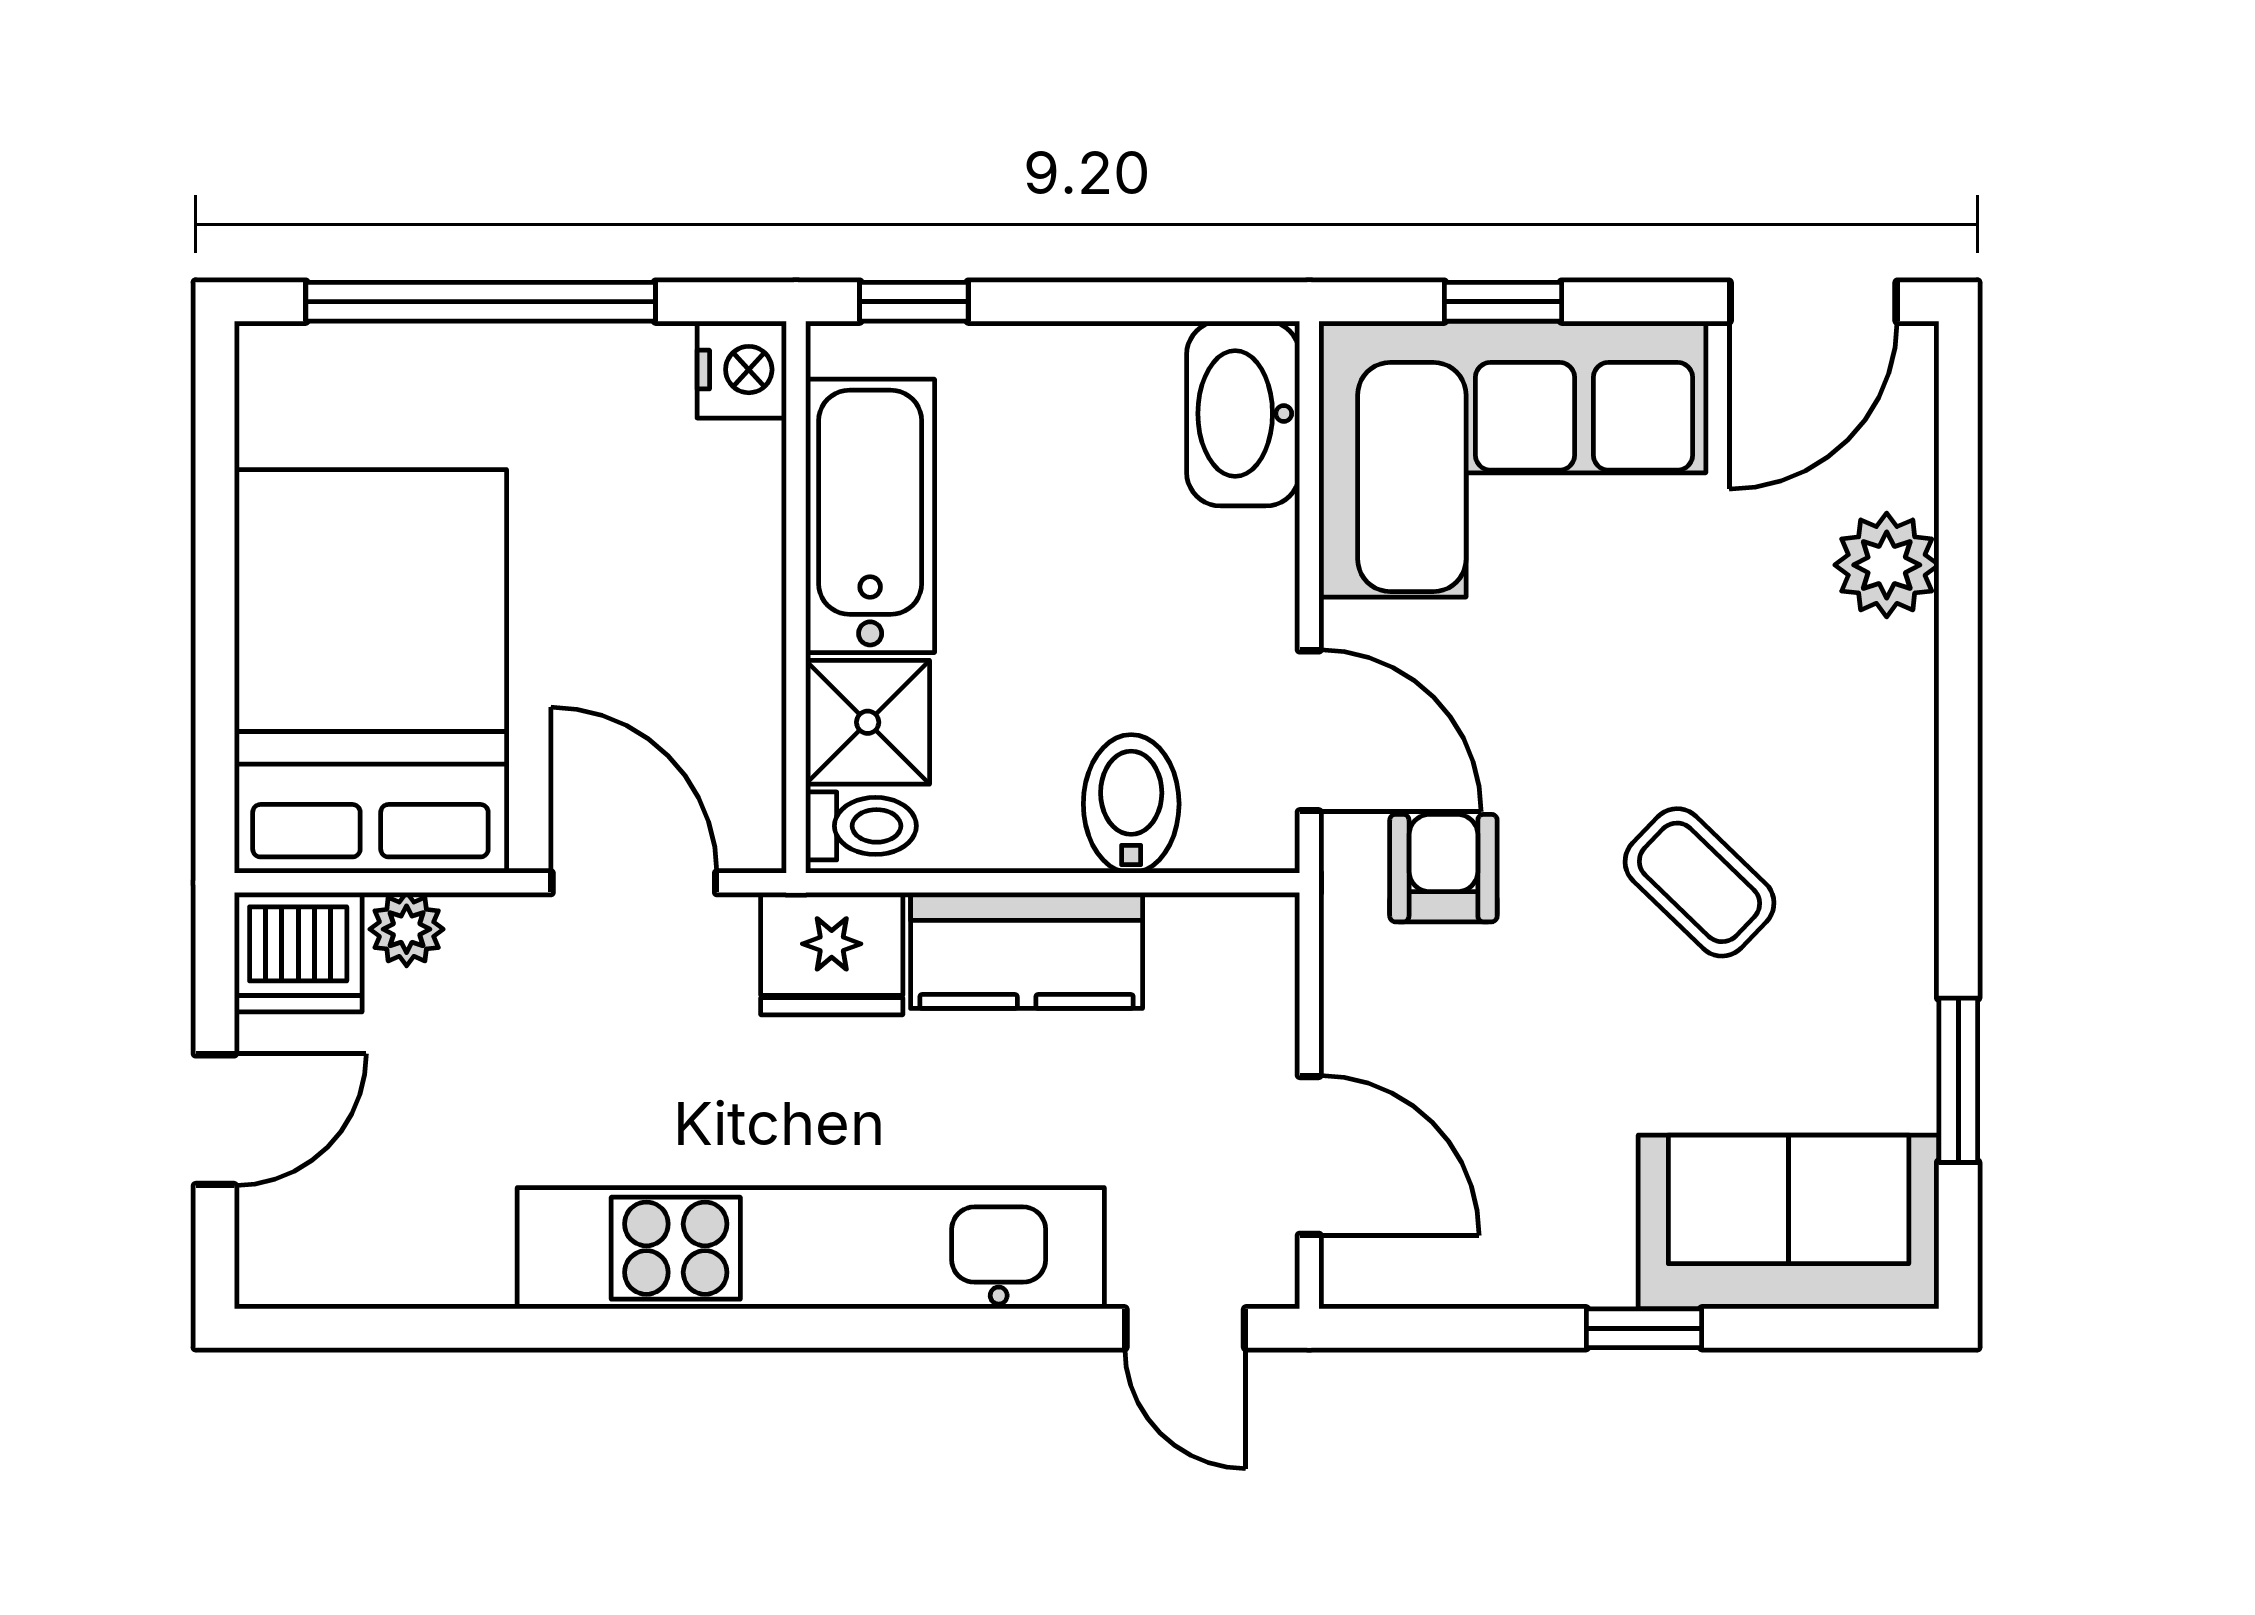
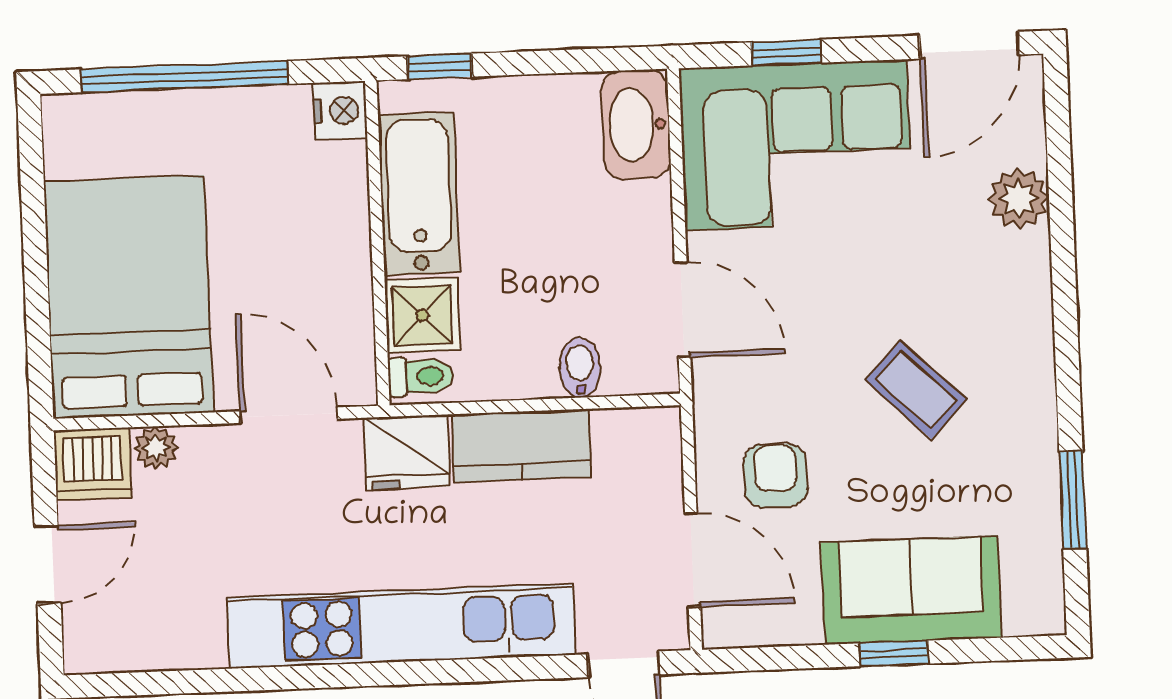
bidet: (1131, 804) -> (580, 368), width x0.72, depth x0.74
armchair: (1443, 868) -> (775, 476), moved
sofa: (1789, 1222) -> (911, 590), moved

